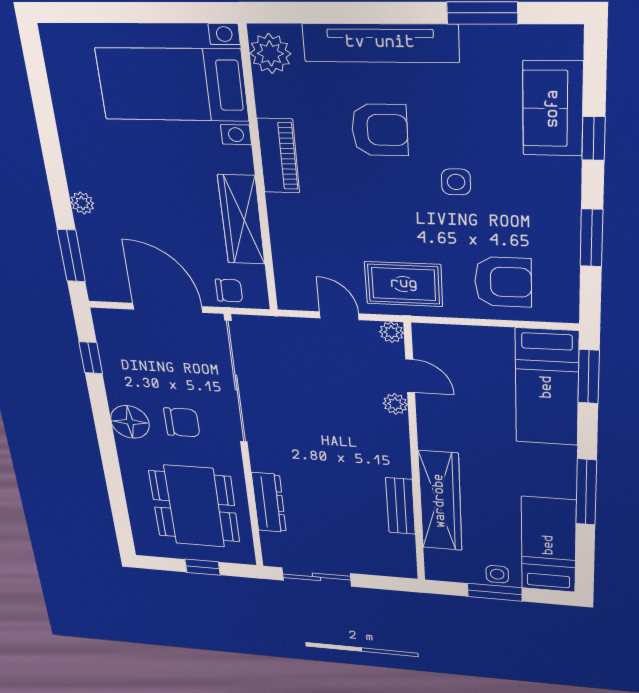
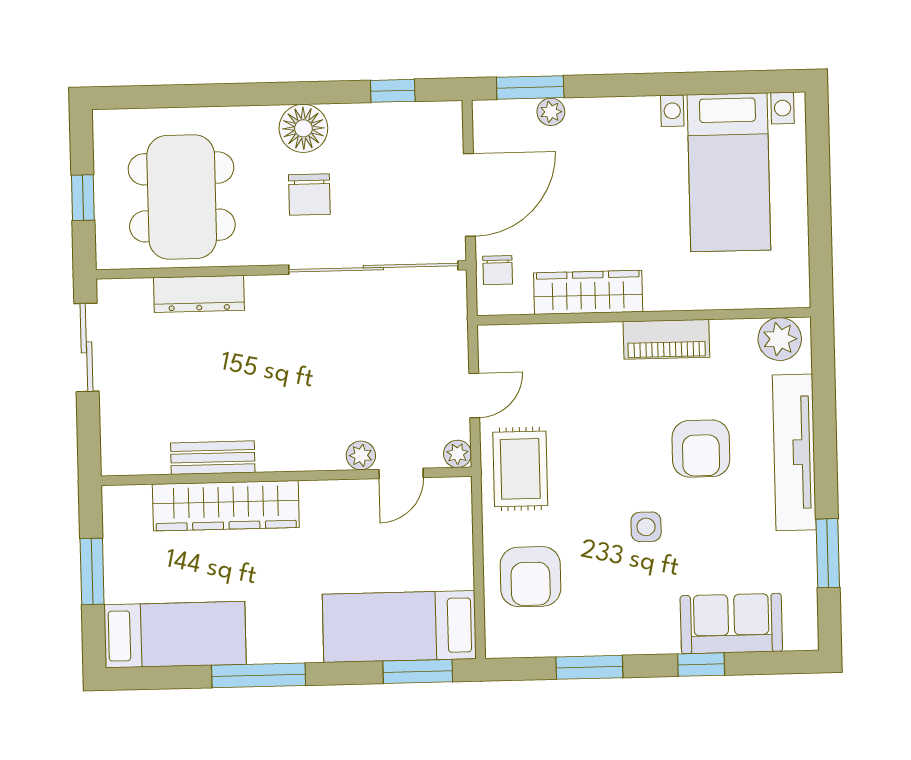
bed with nightstands: (172, 85) -> (729, 172), moved, turned 180
plant: (82, 203) -> (551, 112), moved
dining table: (194, 506) -> (182, 197), turned 90
side table: (497, 574) -> (121, 574), removed

